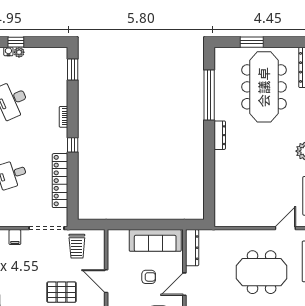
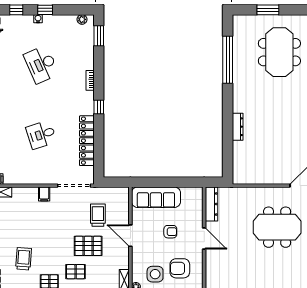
plant: (19, 52) -> (82, 19), moved
meeting table: (264, 87) -> (279, 52), width x0.73
dresser: (220, 135) -> (238, 127), moved
sofa: (155, 240) -> (156, 197), moved
trolley: (77, 246) -> (98, 215), moved, turned 180
door: (184, 284) -> (204, 238), swing flipped

